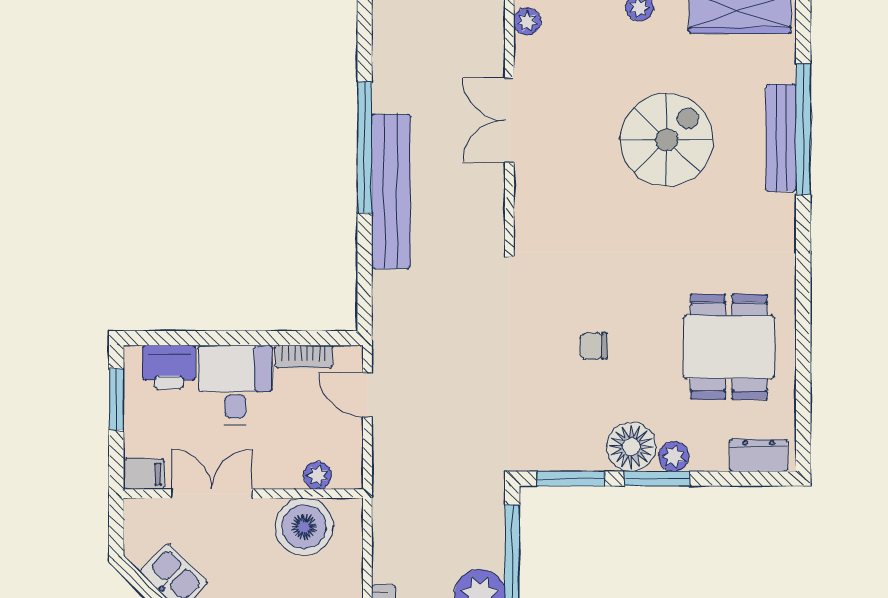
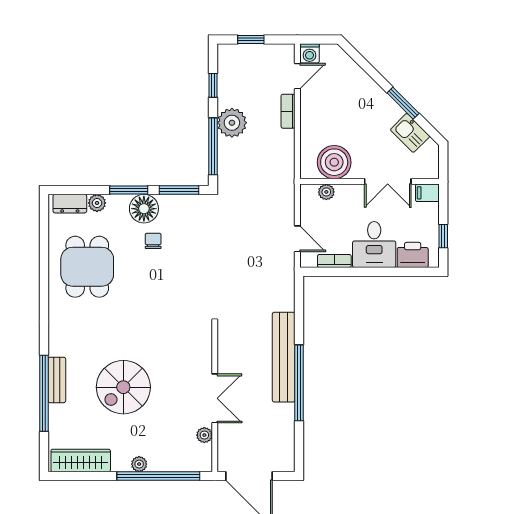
plant: (527, 21) -> (204, 435), moved
bench: (781, 138) -> (57, 380), width x0.73
chair: (594, 346) -> (153, 241), moved, turned -90
window: (116, 399) -> (443, 236), width x0.67
plant: (674, 456) -> (97, 203), moved

